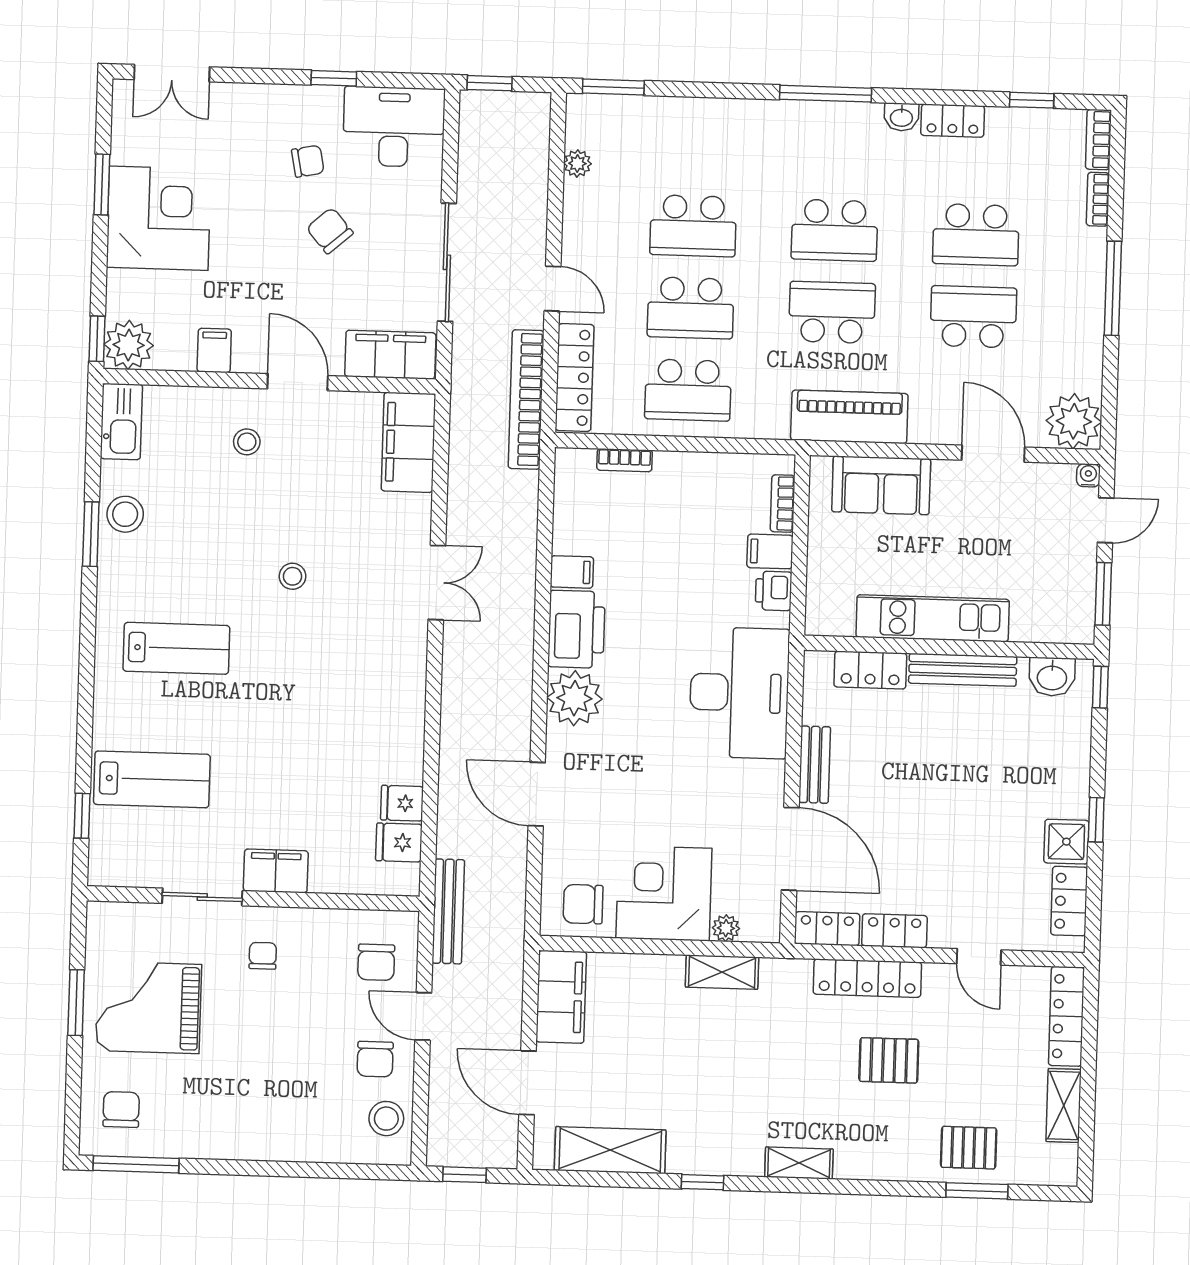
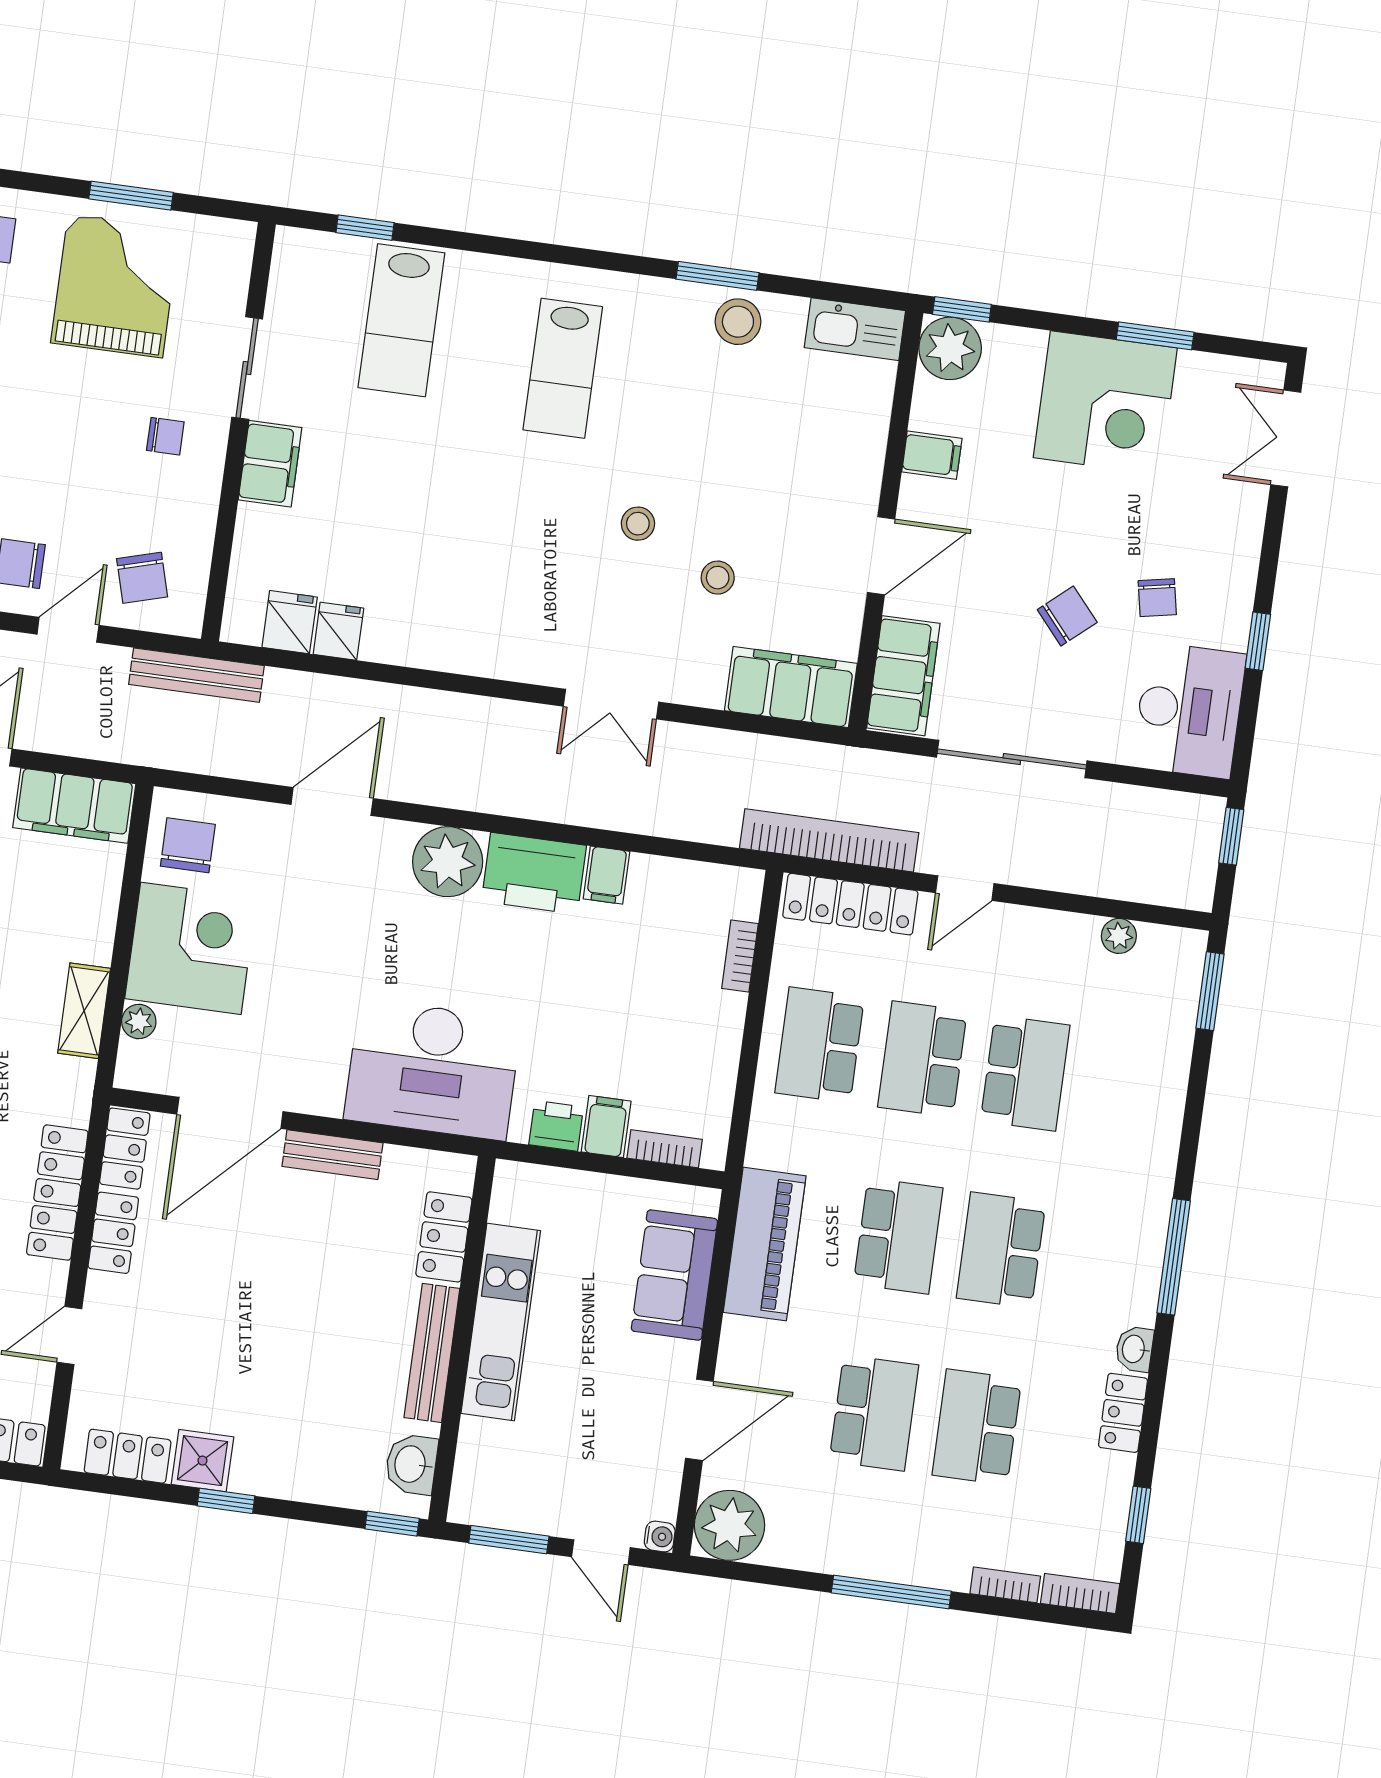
school desk: (693, 226) -> (1025, 1073), turned 180
stool: (247, 442) -> (718, 578), moved
chair: (376, 962) -> (142, 578), turned -106

